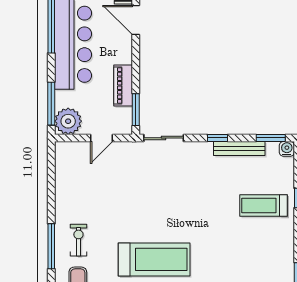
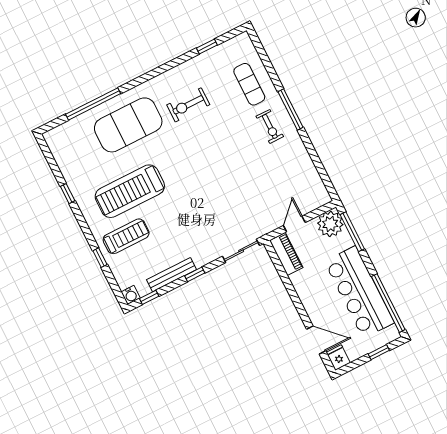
piano: (123, 85) -> (286, 254), moved
window: (136, 110) -> (277, 263), removed
window: (271, 138) -> (149, 297), width x0.67
treadmill: (154, 259) -> (130, 191), moved

